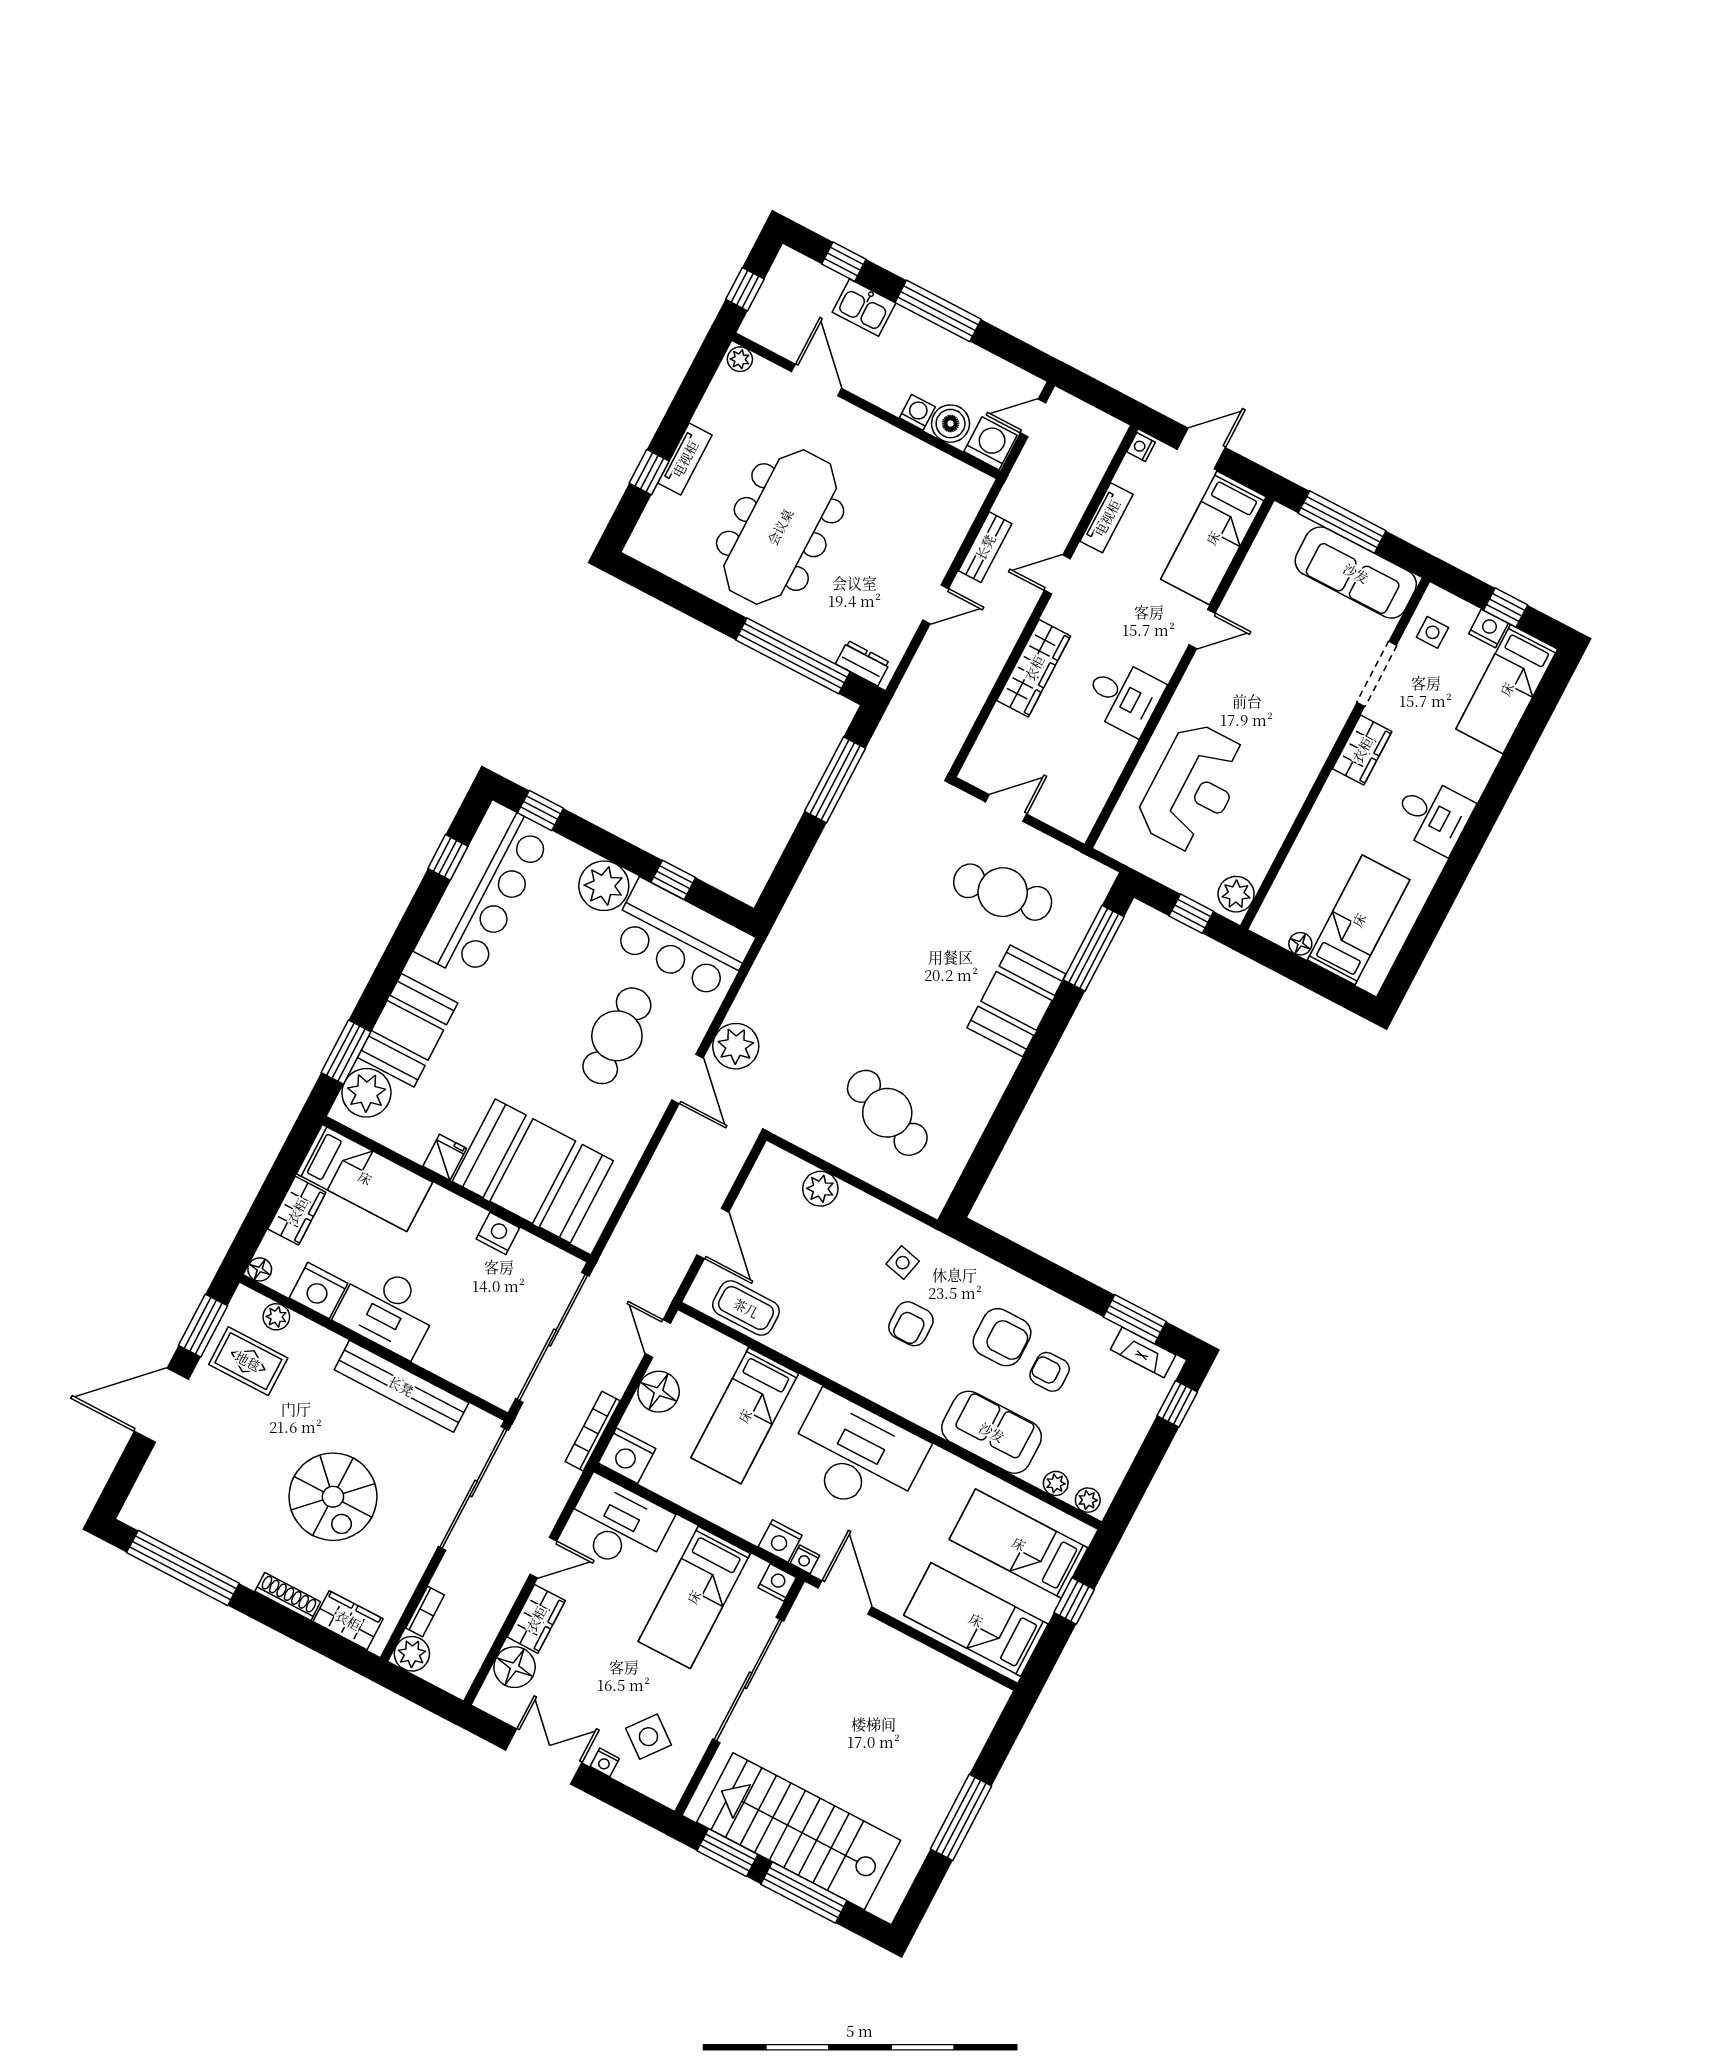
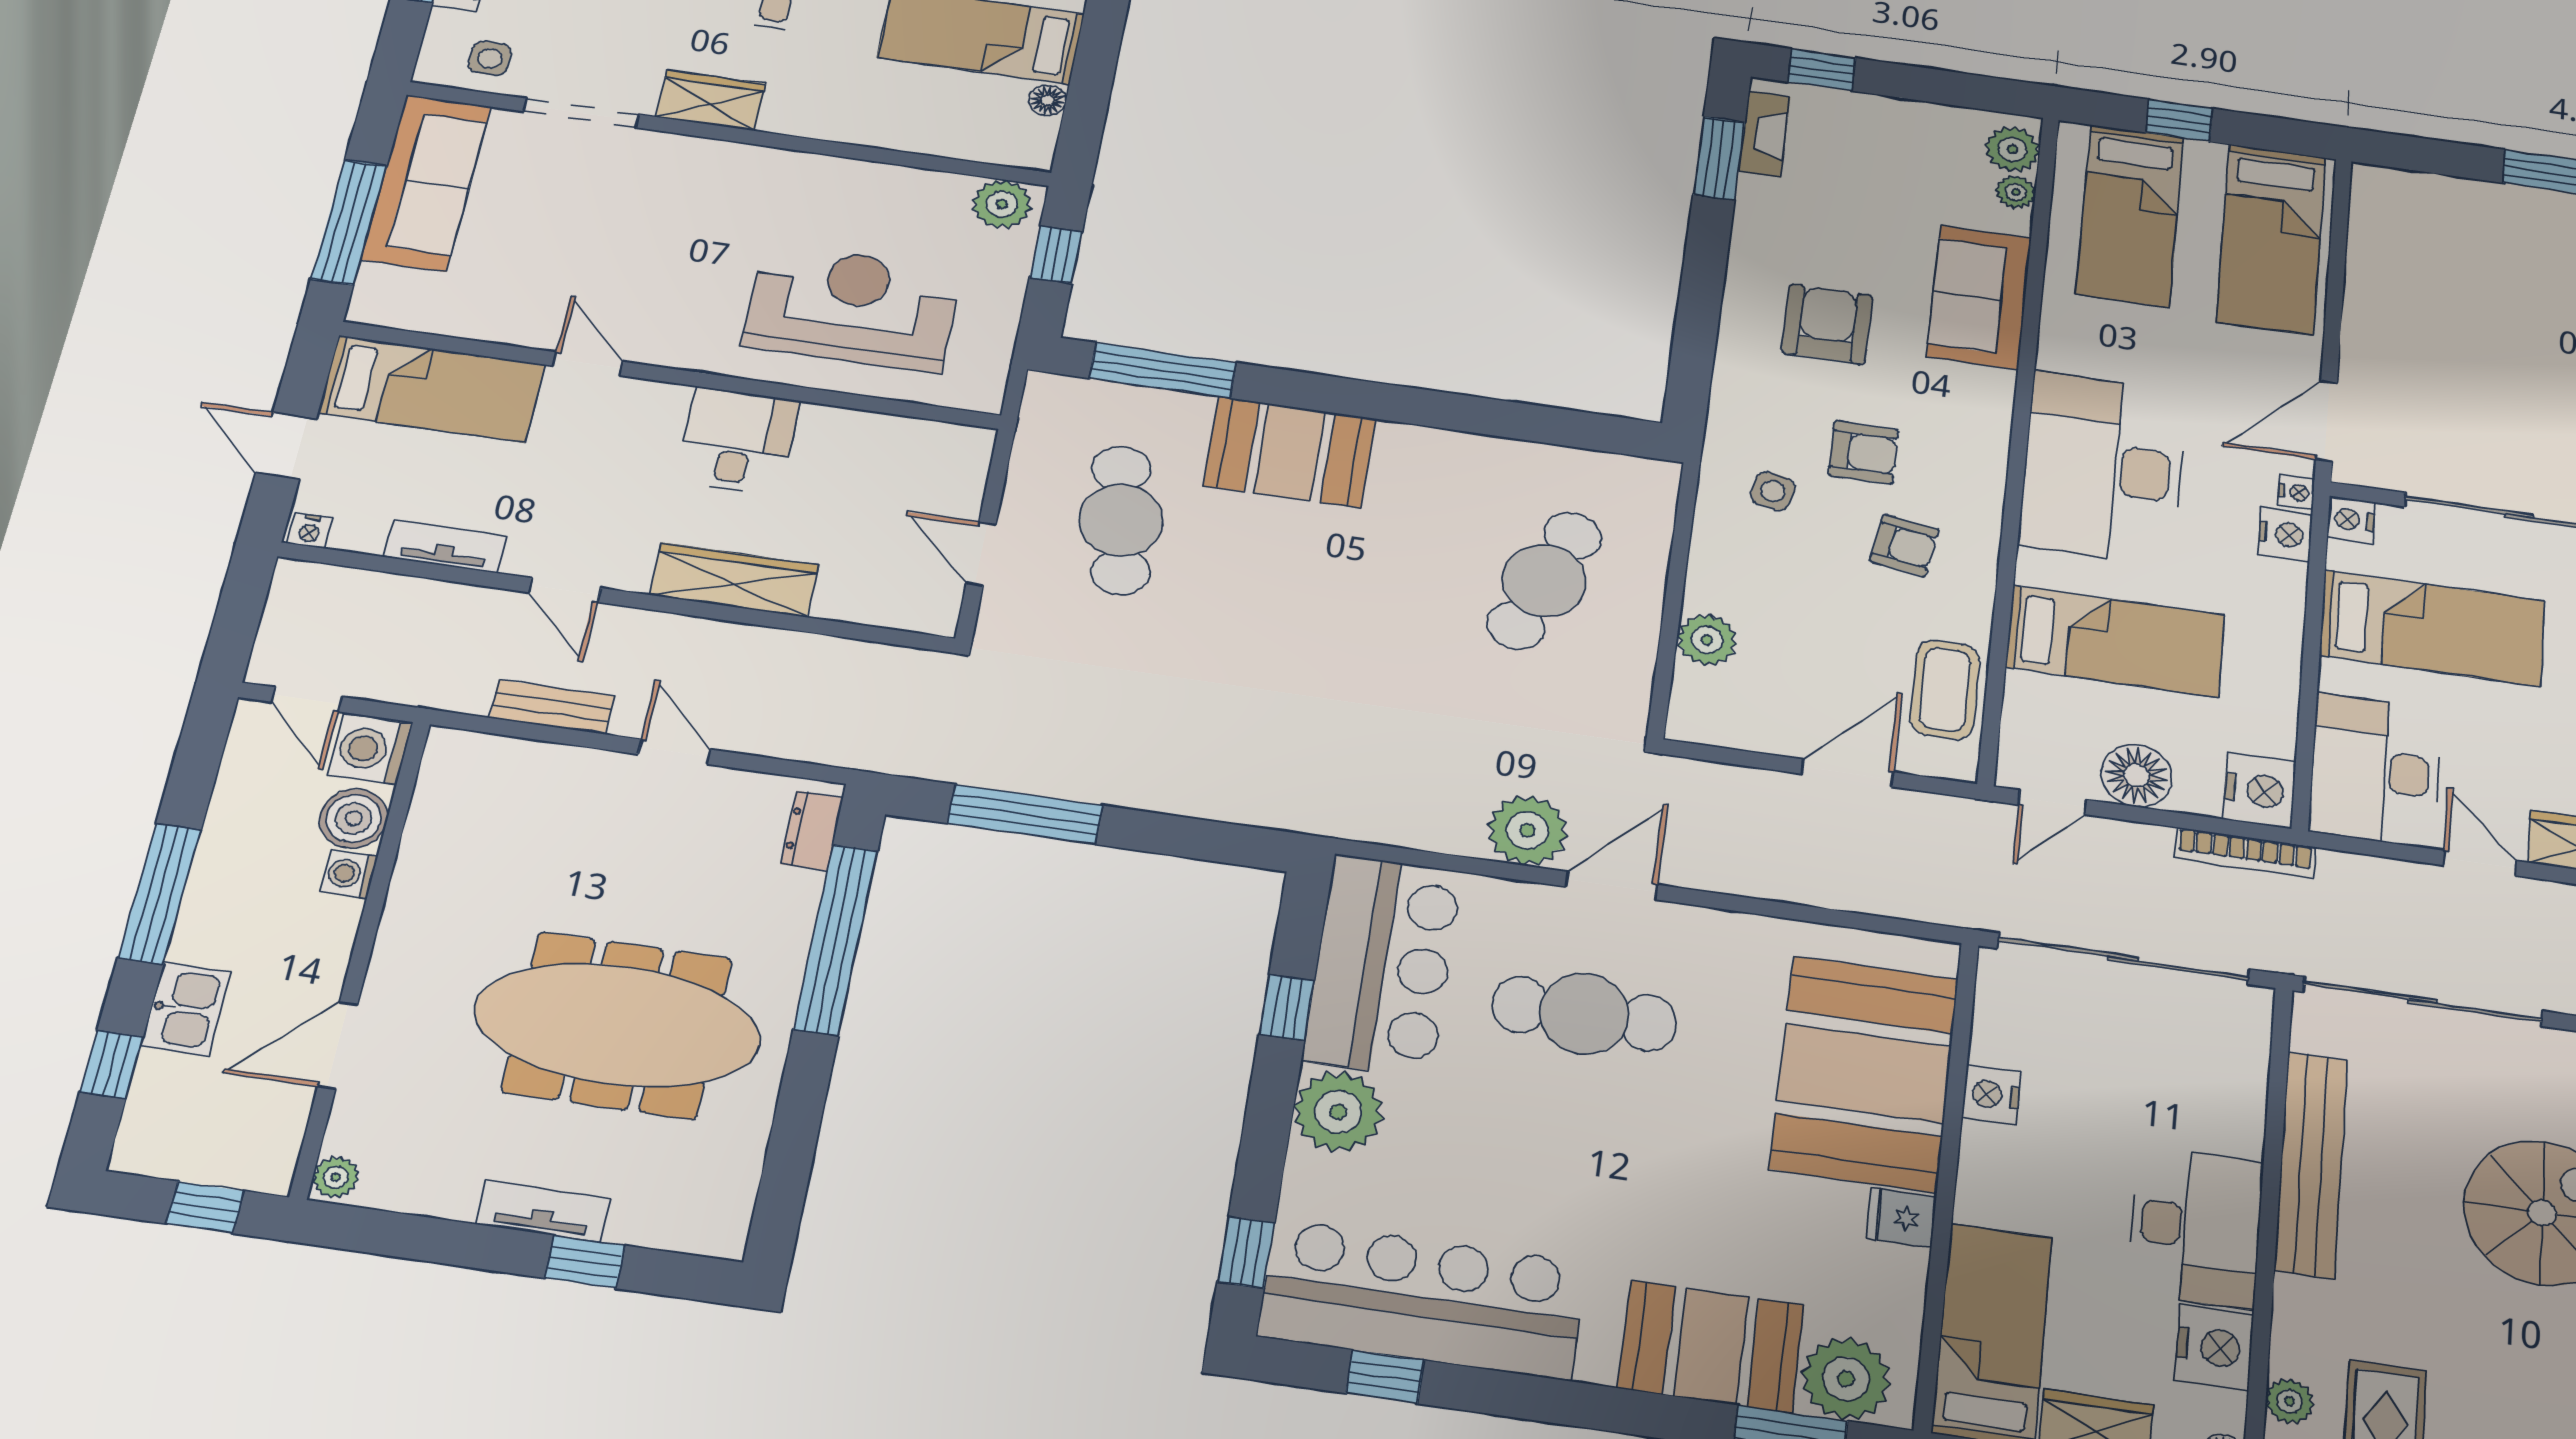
armchair: (1050, 1372) -> (1904, 545), moved, turned -81
plant: (1088, 1500) -> (2012, 149), width x1.38, depth x1.38

